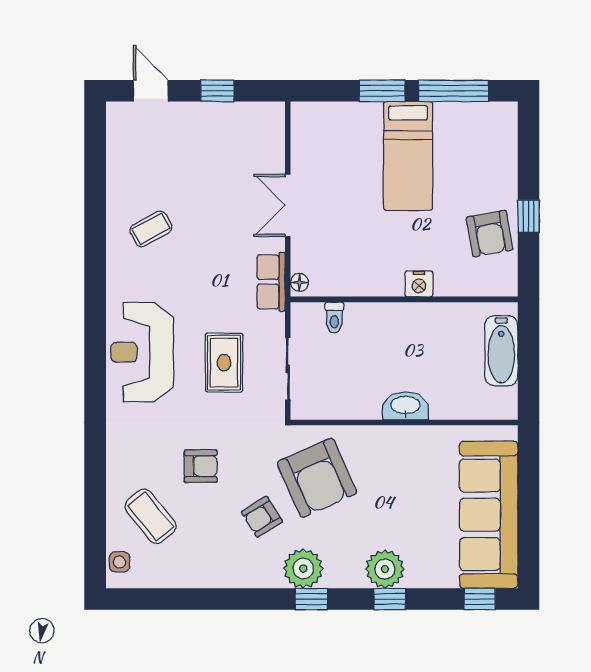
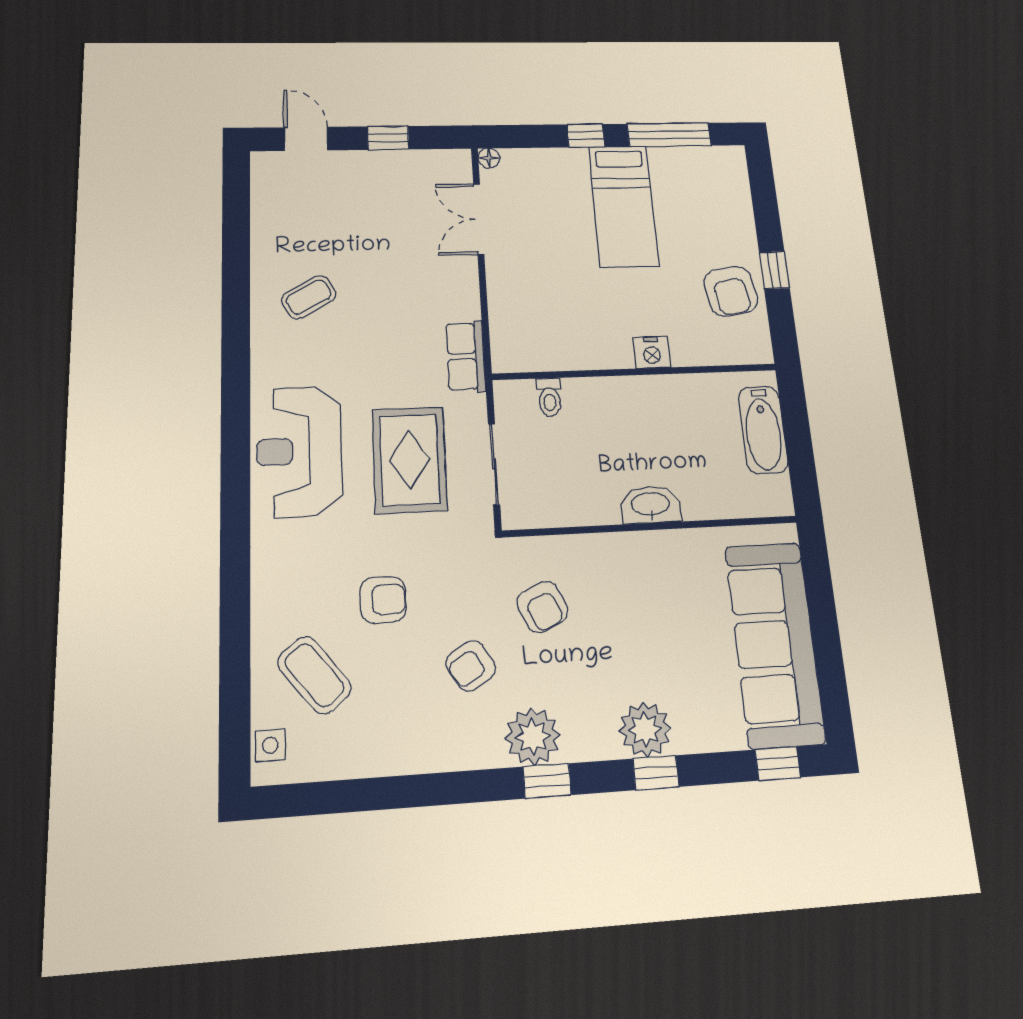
window: (382, 91) -> (586, 136), width x0.67
double door: (288, 205) -> (479, 219), moved
floor lamp: (299, 282) -> (489, 158), moved
rug: (224, 363) -> (410, 460), width x1.36, depth x1.43
armchair: (317, 478) -> (542, 607), width x0.53, depth x0.53

